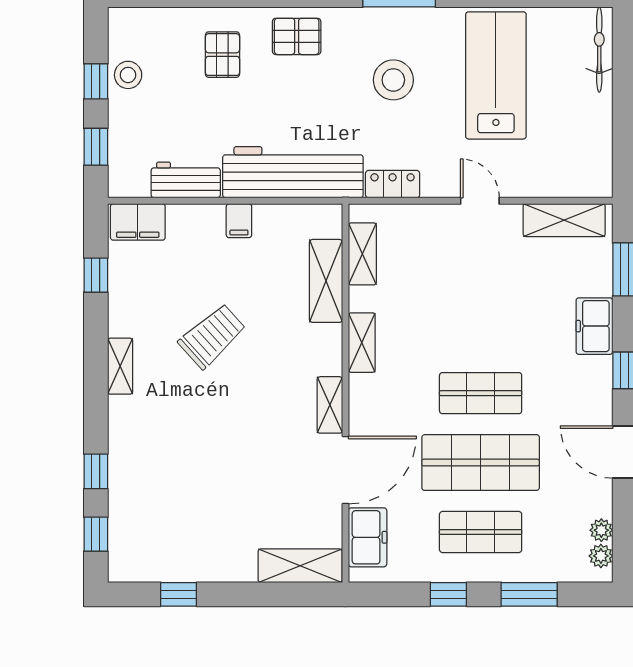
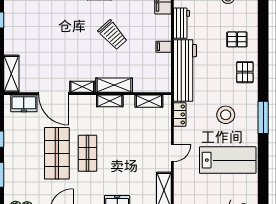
shelving: (326, 281) -> (114, 85), moved
shop shelf: (481, 532) -> (26, 153), removed

